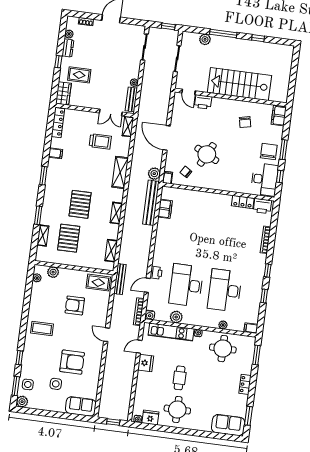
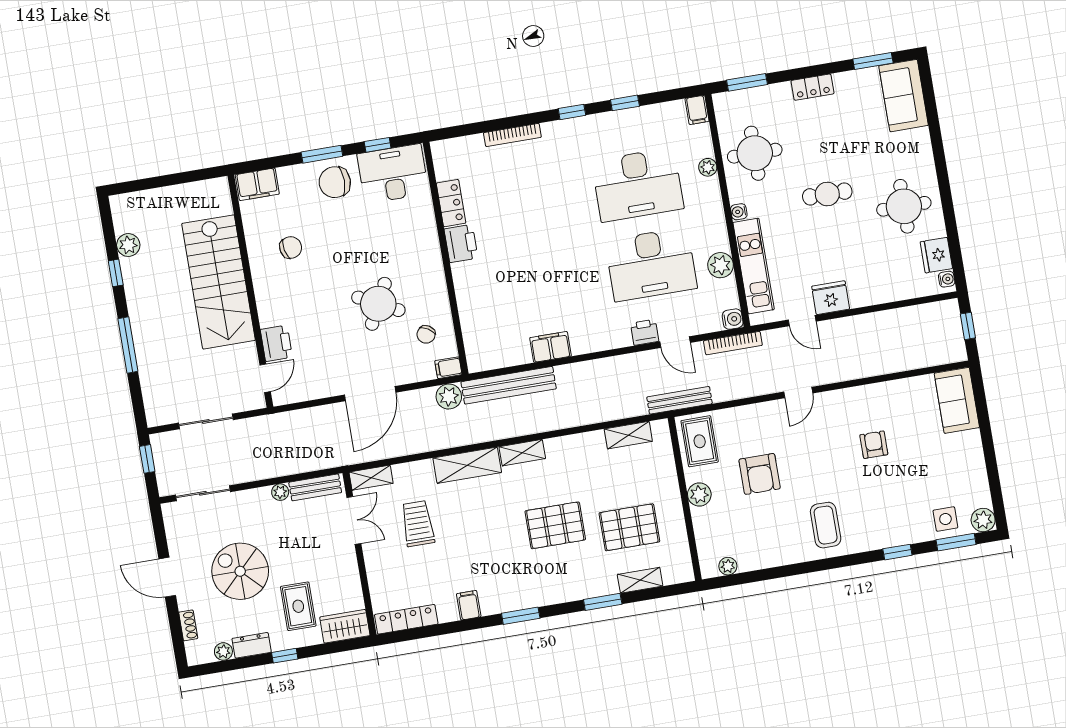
plant: (205, 39) -> (128, 245), moved
spiral stairs: (103, 53) -> (240, 571), added
printer: (262, 206) -> (461, 243), moved
filing cabinet: (165, 209) -> (550, 347), moved
shelving: (116, 213) -> (522, 453), moved
plant: (53, 272) -> (699, 494), moved
armchair: (72, 362) -> (874, 445), width x0.53, depth x0.53
cafe table: (180, 378) -> (827, 194), moved
side table: (56, 384) -> (927, 464), removed

